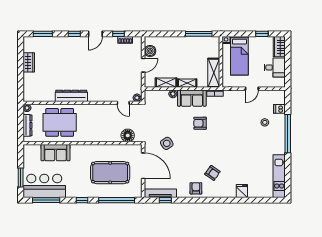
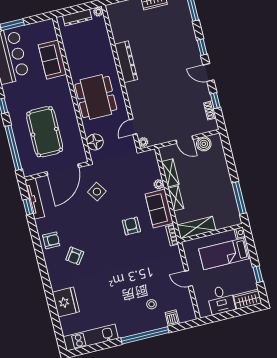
dining table: (60, 122) -> (96, 97), moved
fridge: (242, 191) -> (66, 302), width x1.88, depth x1.34

